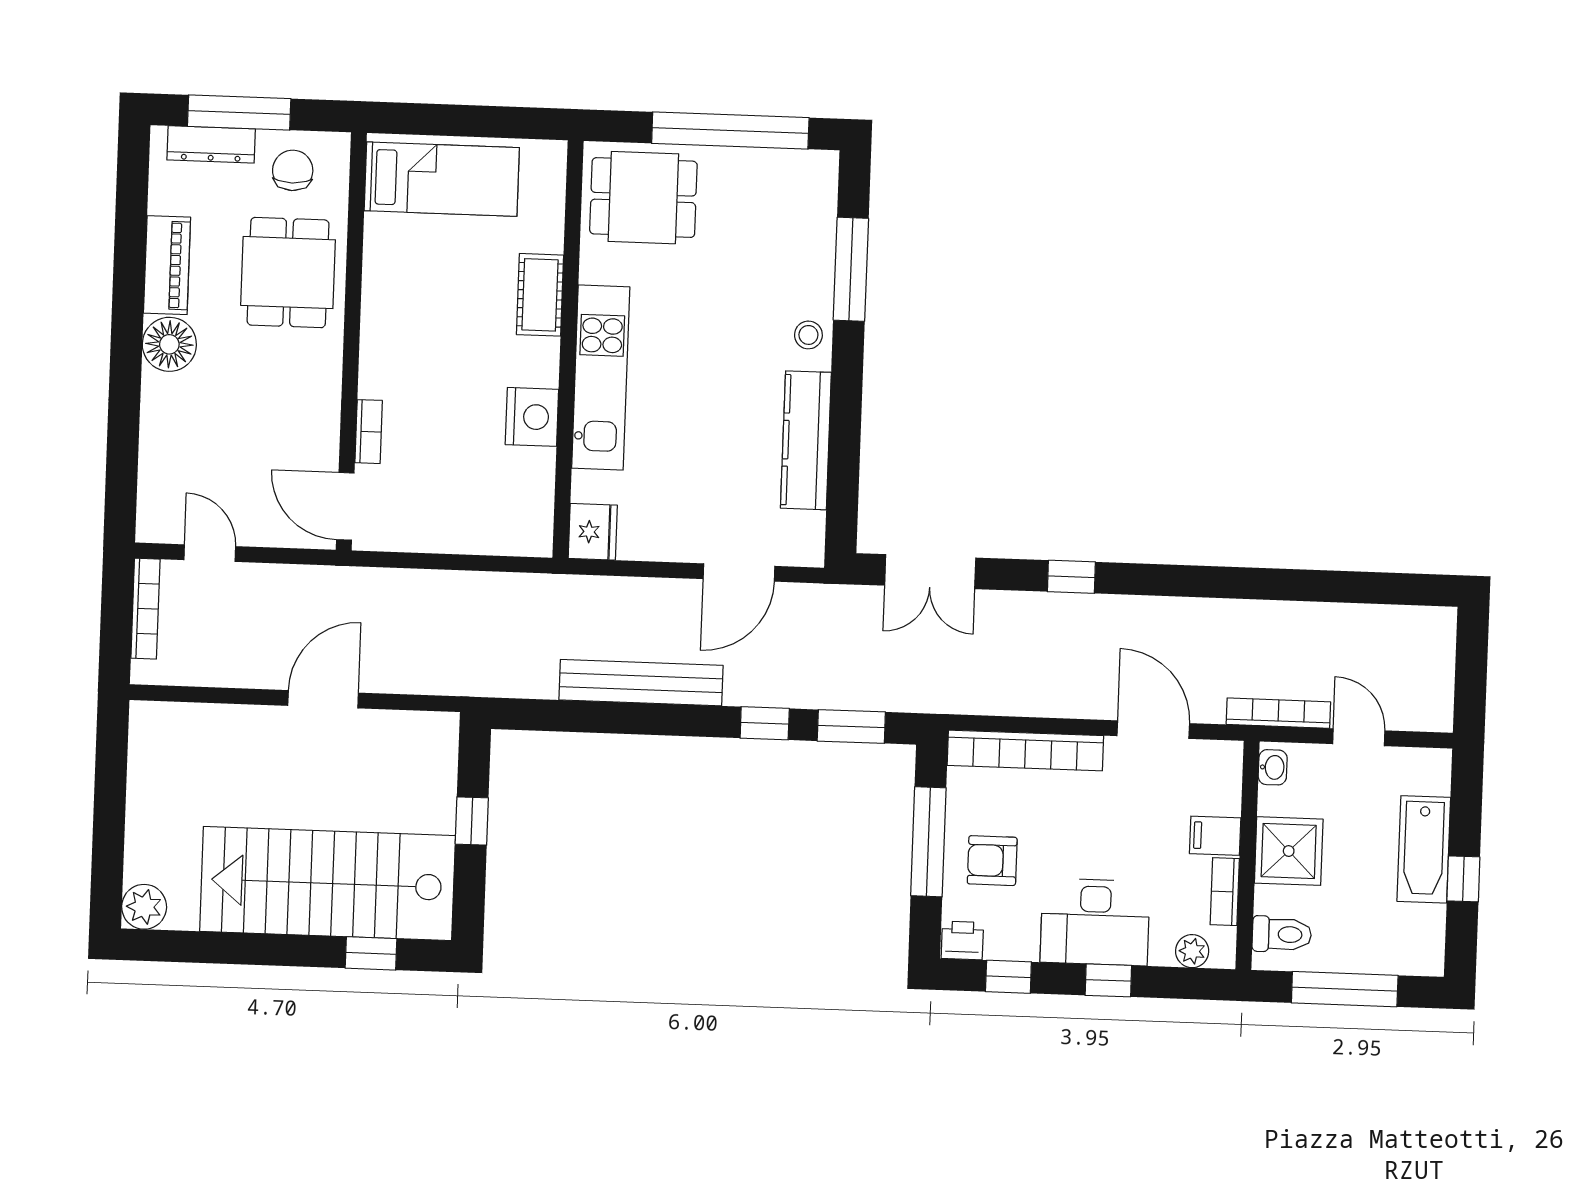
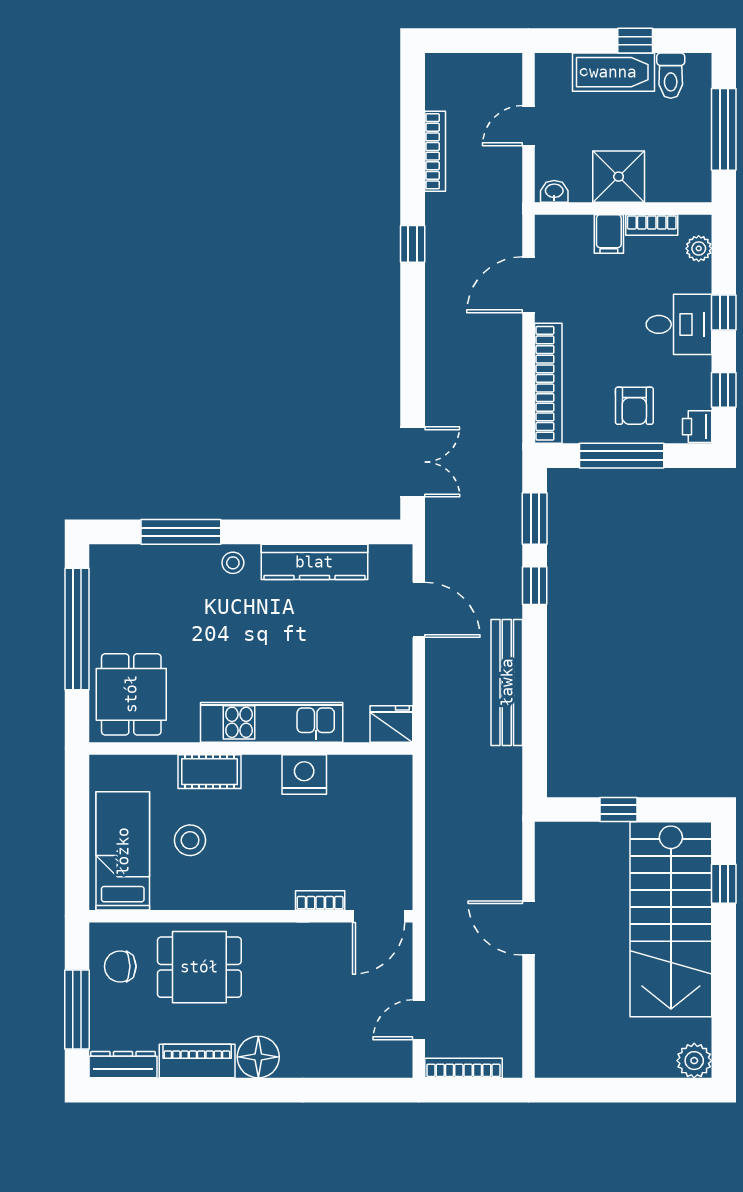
dresser: (211, 144) -> (123, 1065), moved, turned -90
stool: (452, 267) -> (190, 840), added
window: (1071, 577) -> (413, 244), moved
bookcase: (1278, 713) -> (435, 151), moved, turned 180
desk: (1095, 922) -> (679, 324), width x0.73
toilet: (1282, 934) -> (671, 76), moved, turned 180

